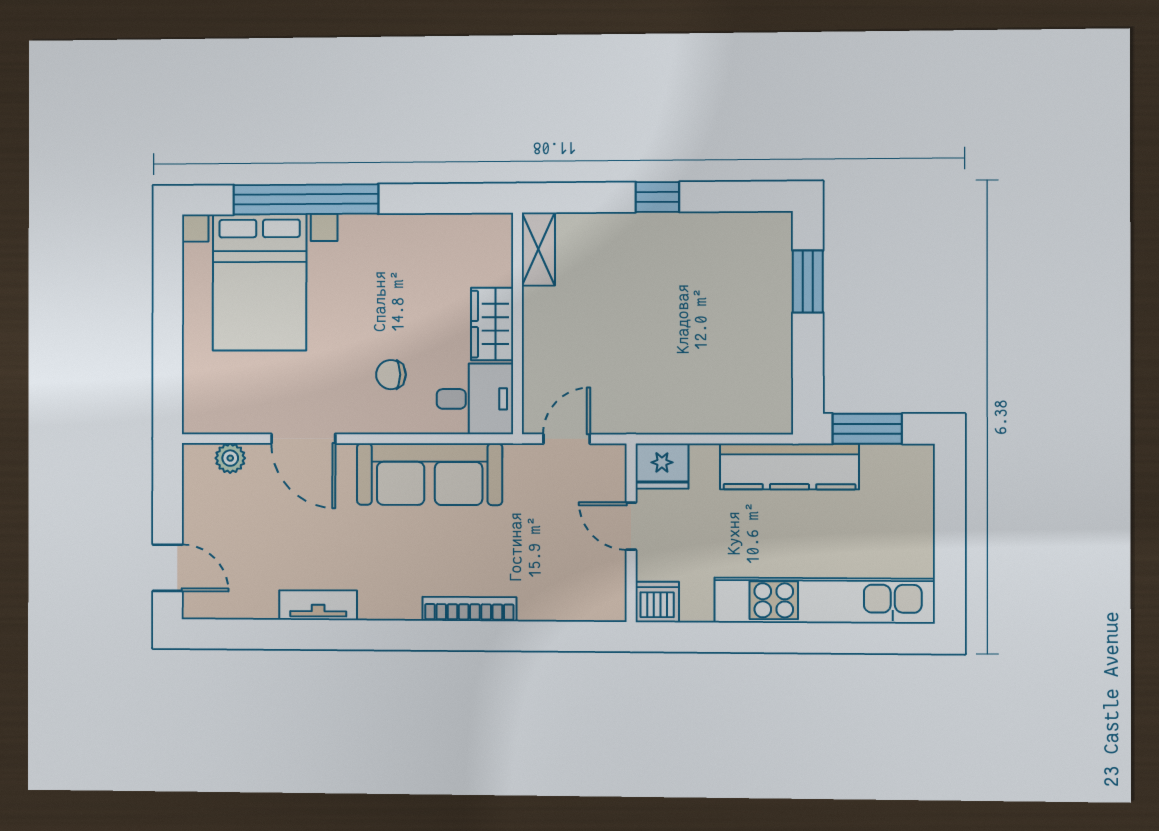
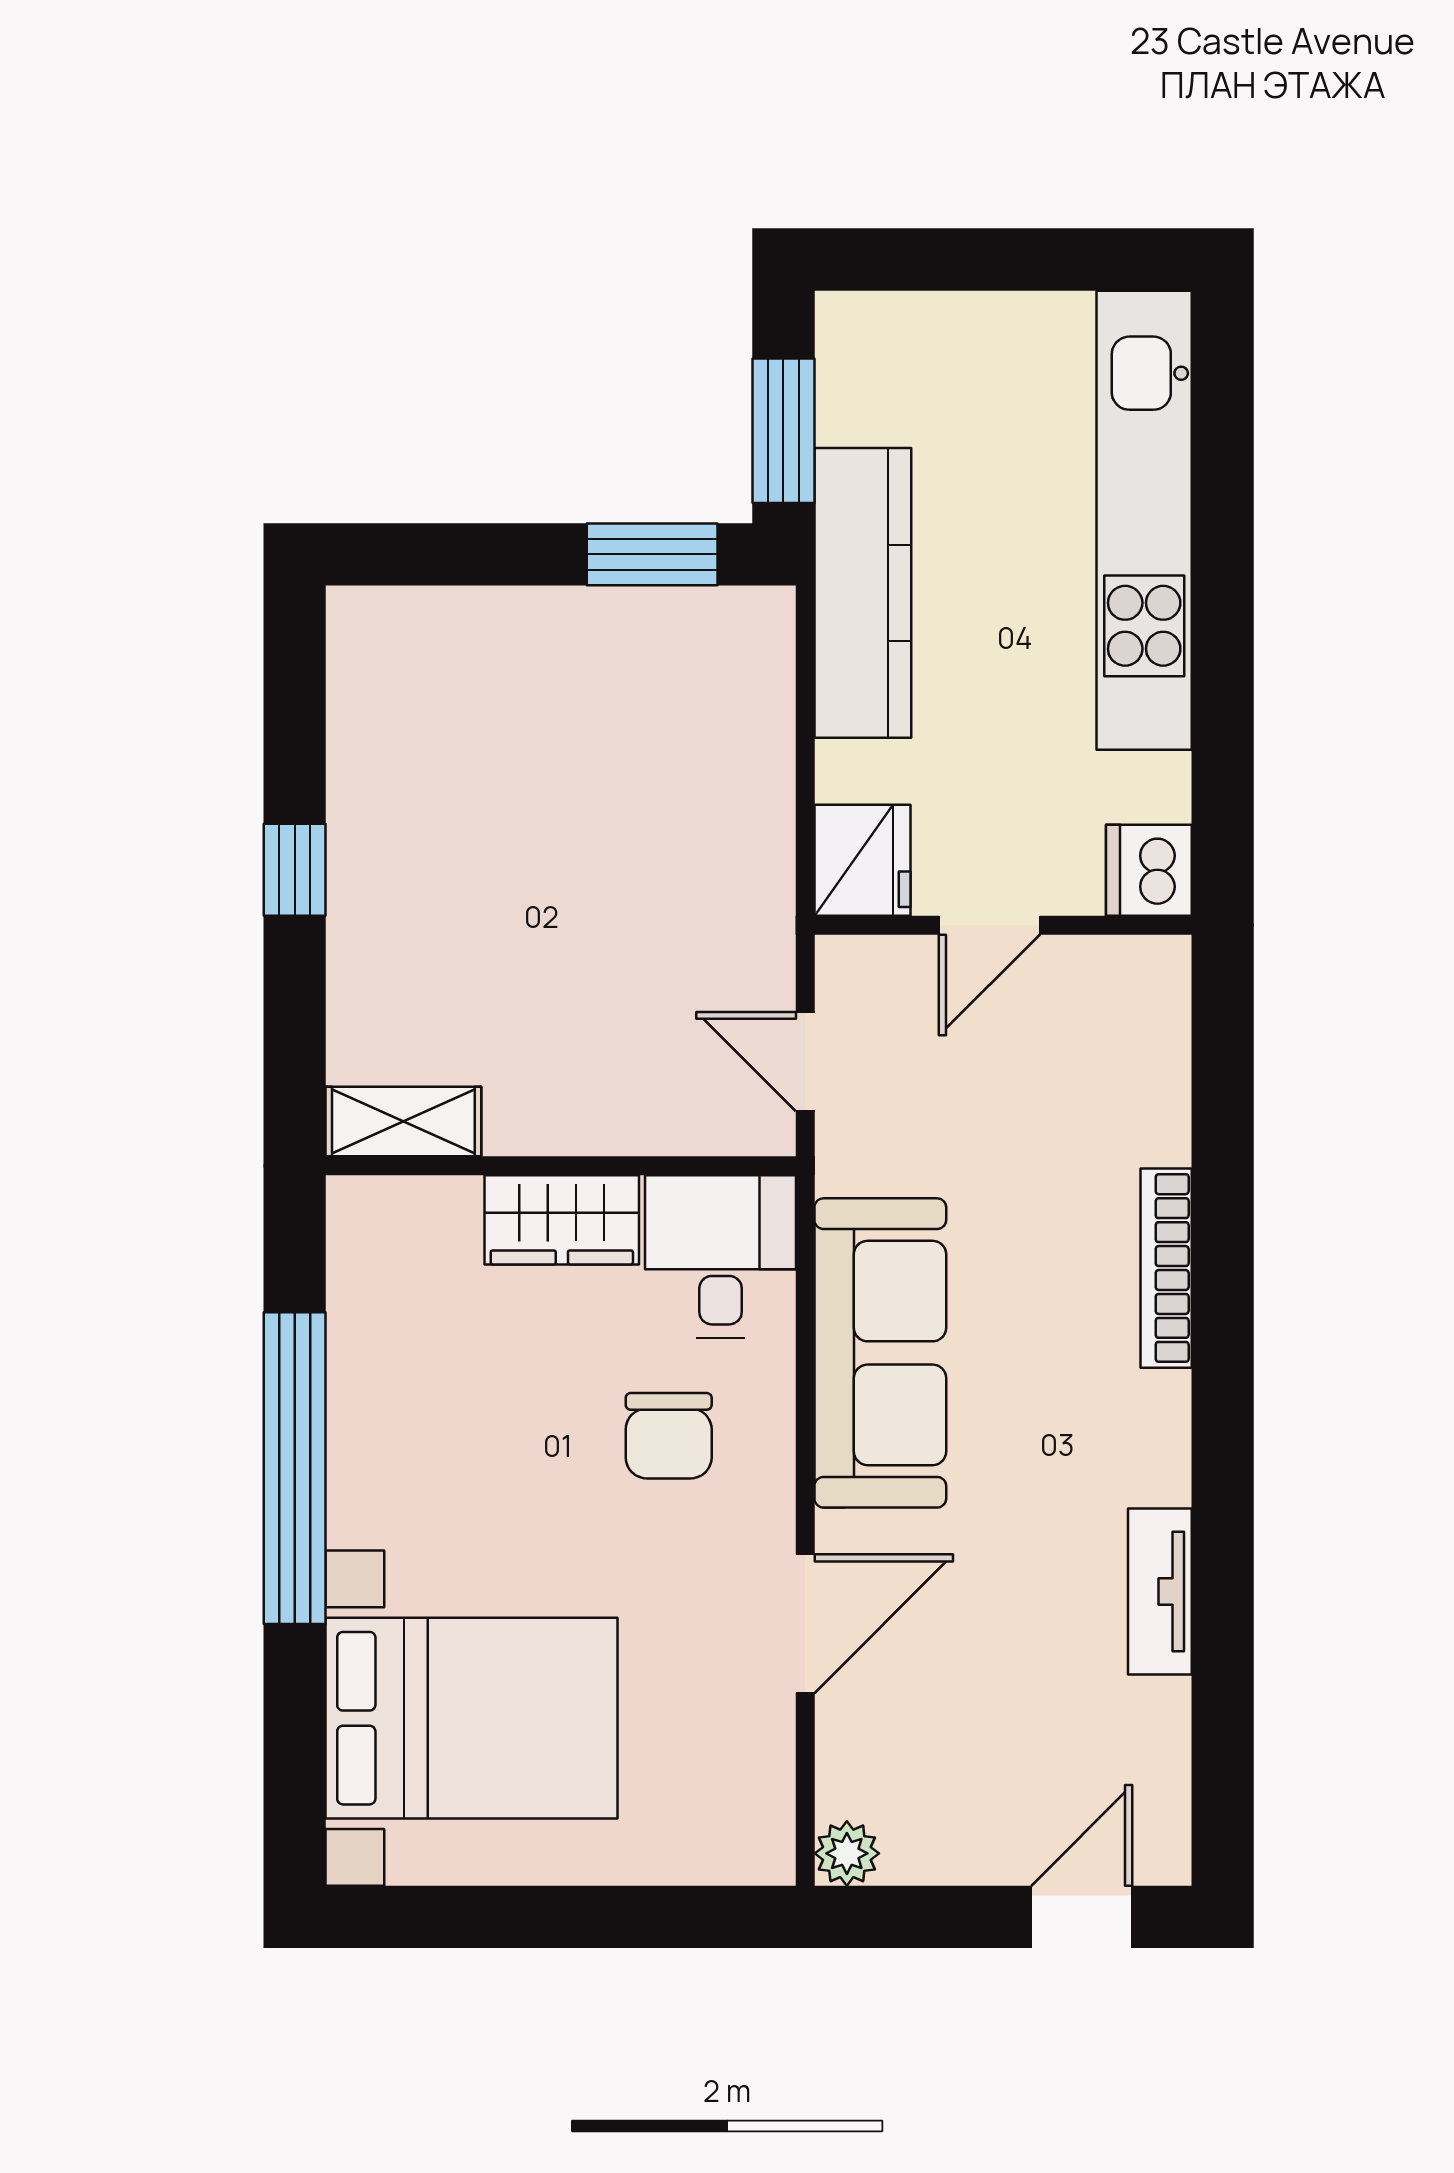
window: (306, 199) -> (295, 1468), moved
window: (808, 281) -> (652, 554), moved
chair: (391, 375) -> (669, 1436), width x1.37, depth x1.37
plant: (230, 458) -> (847, 1853), moved

